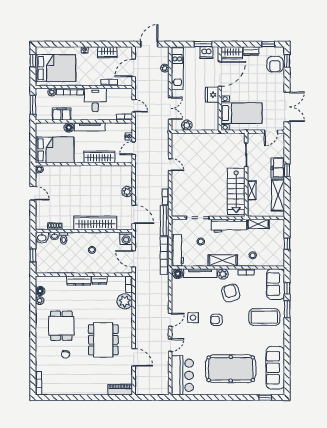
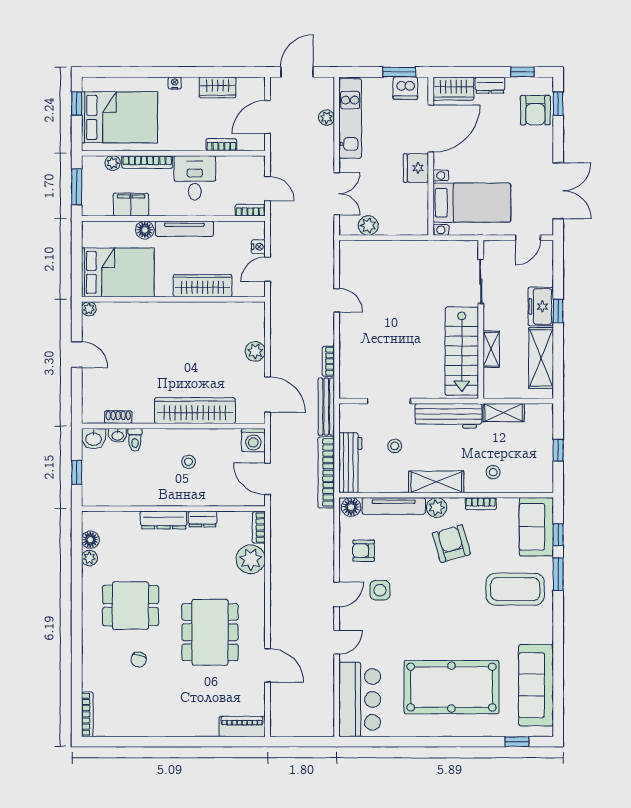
armchair: (216, 320) -> (364, 551), moved
dining table: (61, 326) -> (131, 606), turned 90

